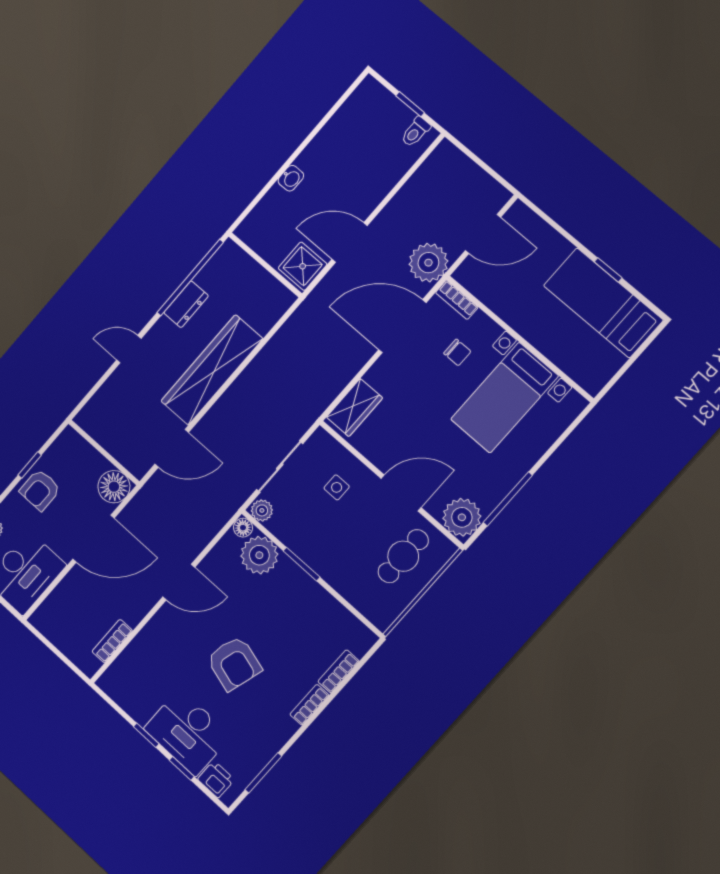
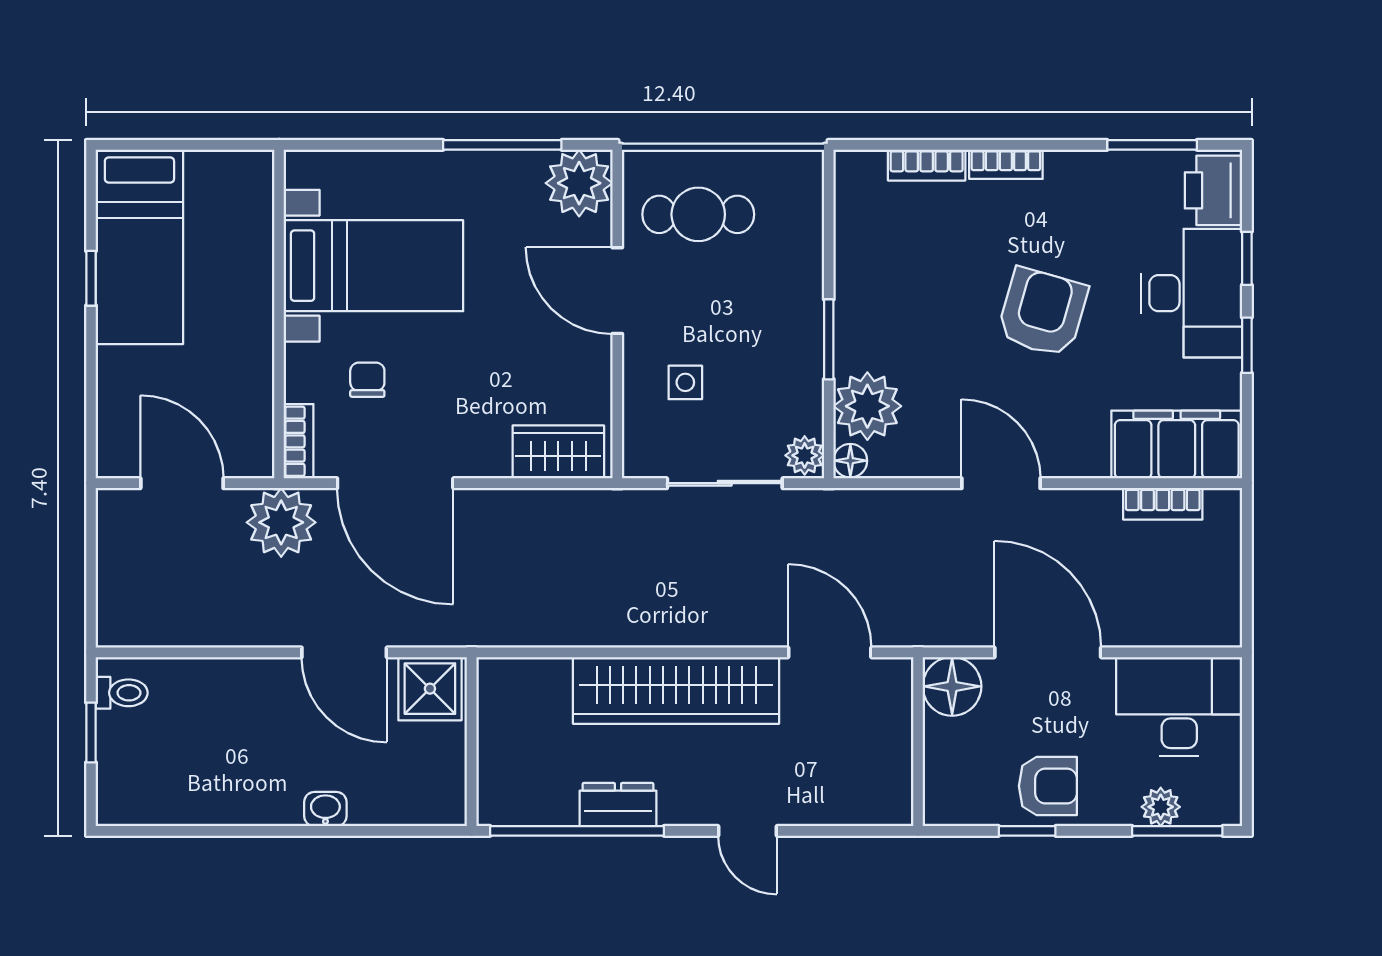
filing cabinet: (131, 669) -> (1177, 445), added
printer: (216, 779) -> (1214, 190), width x1.36, depth x1.24

